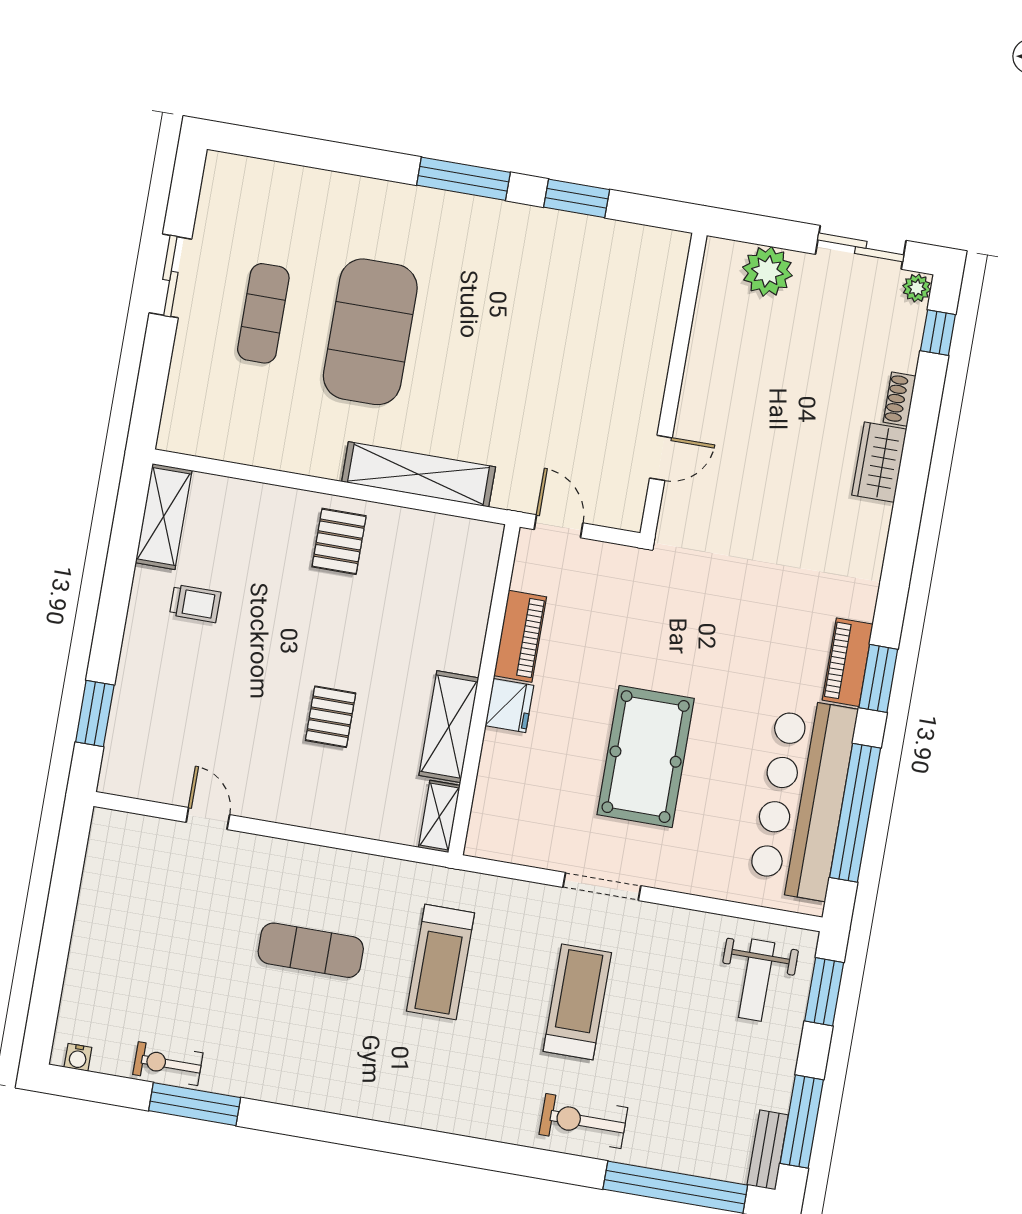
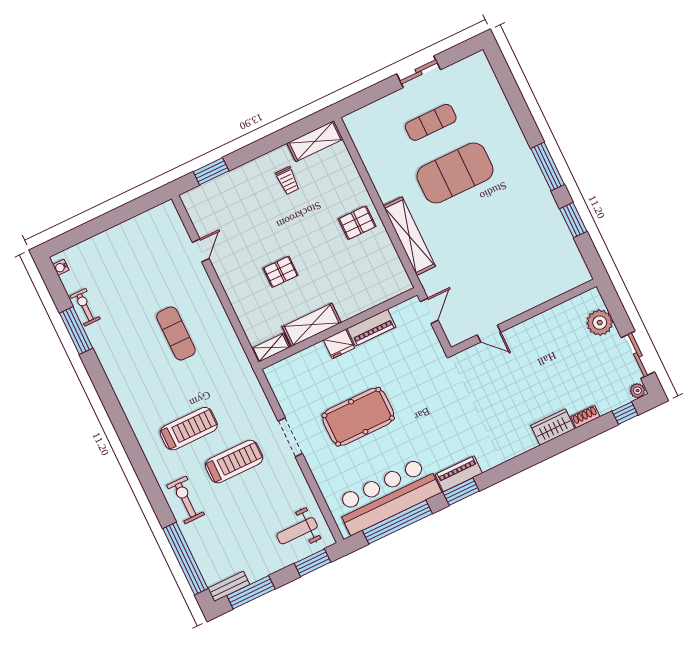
treadmill: (440, 962) -> (189, 429), moved, turned 180

